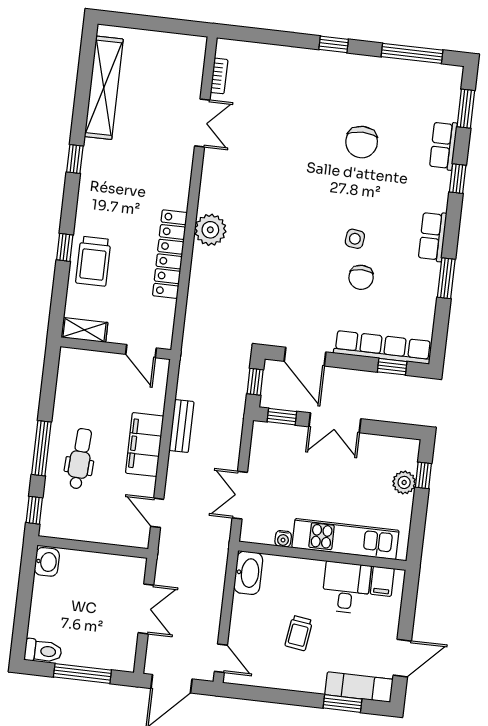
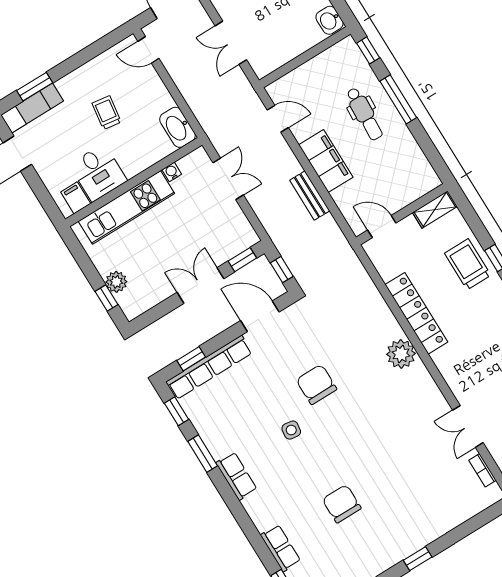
window: (458, 179) -> (176, 411), moved
chair: (361, 277) -> (316, 384), moved, width x1.37, depth x1.37

